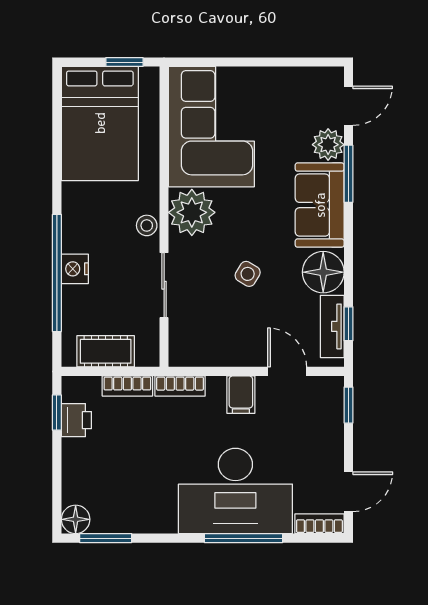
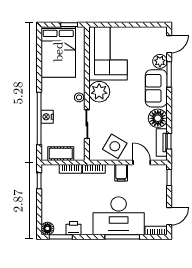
side table: (248, 274) -> (115, 146), moved, width x1.87, depth x1.87
printer: (76, 420) -> (74, 228), moved, turned -90

